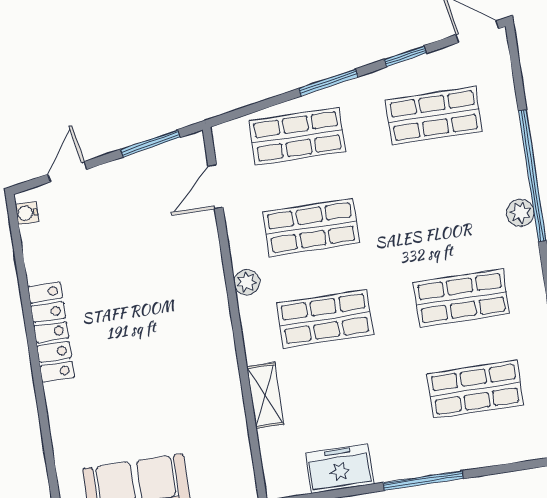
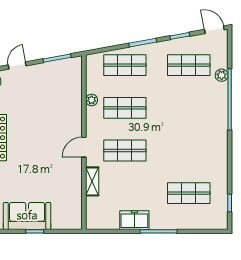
door: (215, 187) -> (84, 147), moved
plant: (520, 213) -> (222, 75), moved
plant: (247, 282) -> (92, 100), moved
shop shelf: (461, 298) -> (189, 151), removed
freezer: (340, 469) -> (134, 220), moved

